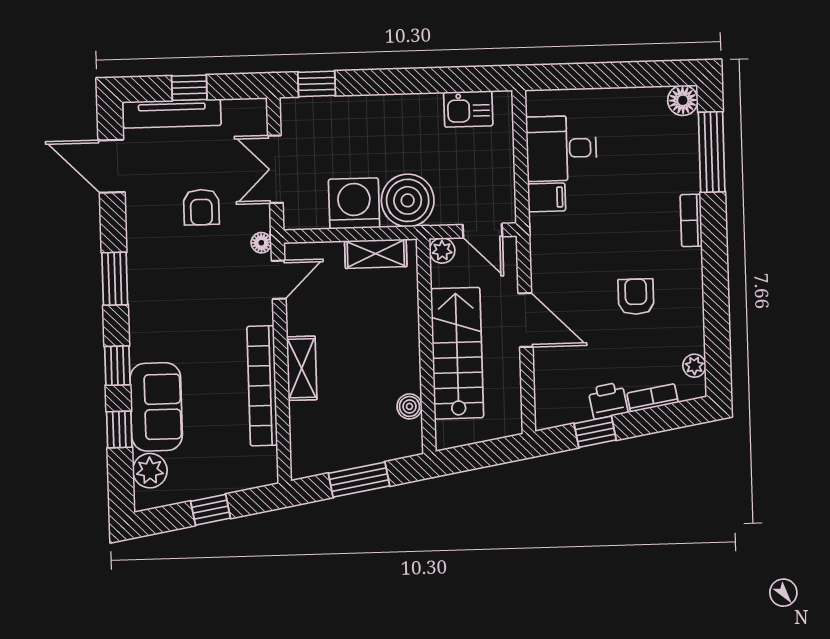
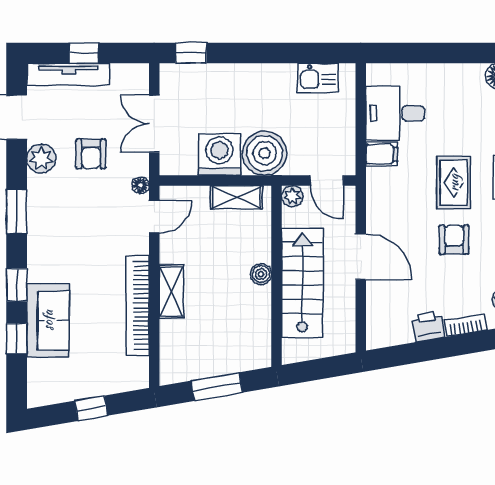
rug: (633, 229) -> (454, 183), added
boiler: (409, 406) -> (261, 274), moved
window: (595, 432) -> (416, 352), removed
plant: (150, 471) -> (41, 159), moved

